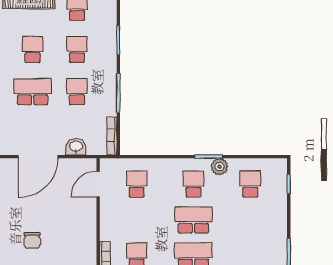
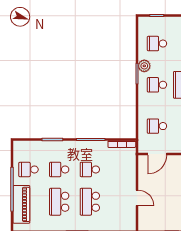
school desk: (33, 49) -> (59, 202), width x1.85
washbasin: (76, 147) -> (130, 170), removed
door: (38, 157) -> (137, 198), width x0.53
door: (98, 184) -> (157, 154), hinge flipped

